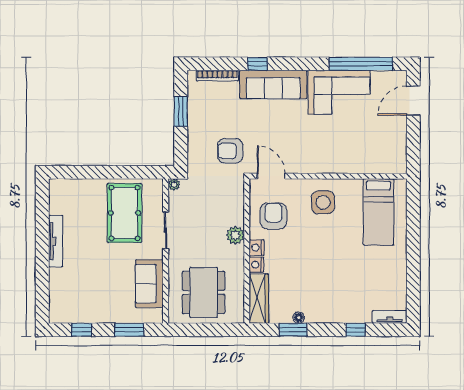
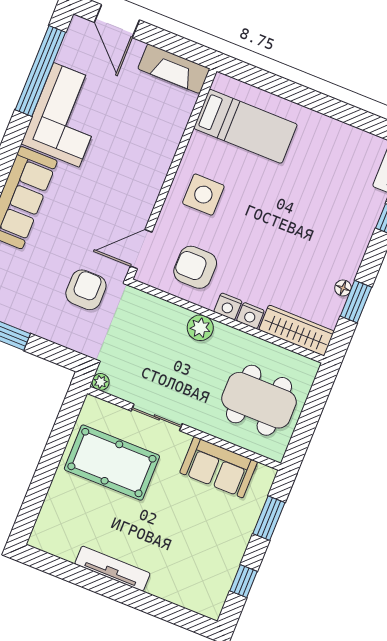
fireplace: (397, 150) -> (174, 69), added
armchair: (230, 151) -> (86, 290), turned 180

